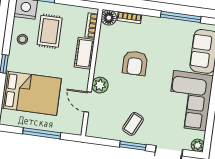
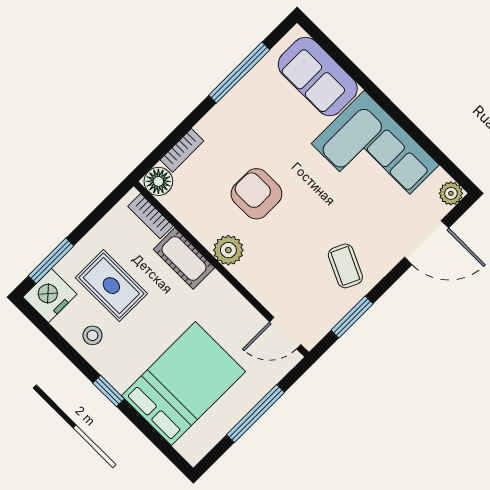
armchair: (135, 63) -> (256, 194), turned 180
plant: (100, 85) -> (228, 250), moved
door: (88, 102) -> (285, 333), moved
window: (133, 146) -> (352, 317), moved

